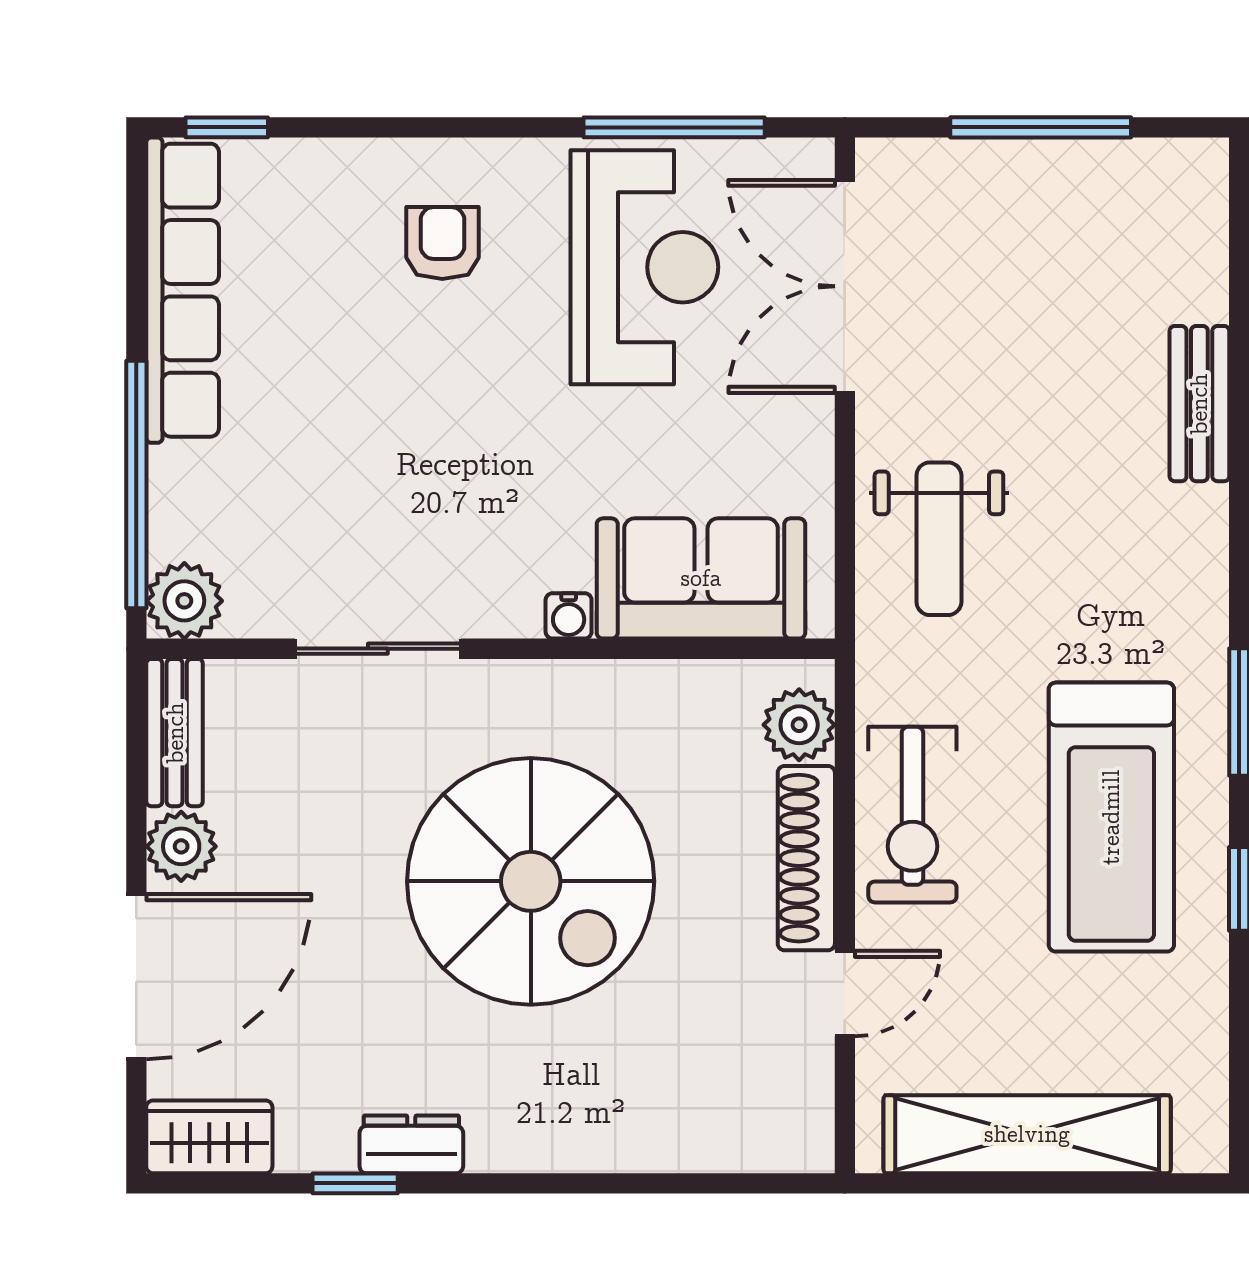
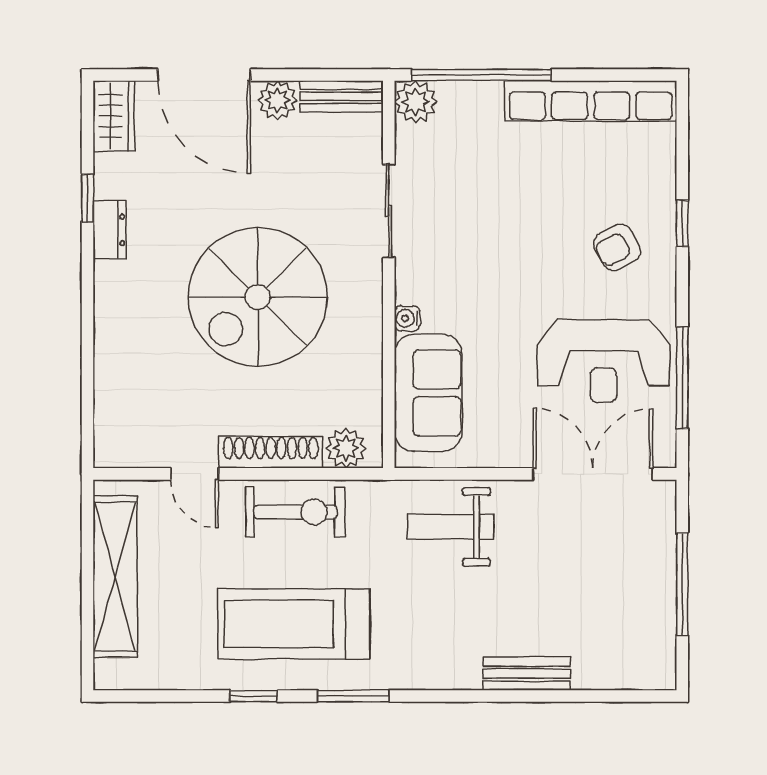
window: (227, 127) -> (682, 223), moved
armchair: (442, 243) -> (617, 247), turned 152
exercise bike: (912, 815) -> (295, 512), turned 180

